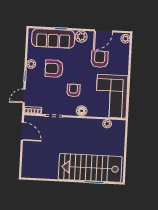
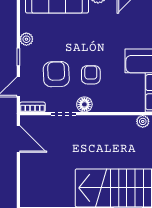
armchair: (100, 59) -> (127, 27), removed
armchair: (54, 69) -> (56, 74), moved, turned 88
floor lamp: (82, 111) -> (84, 104), moved

